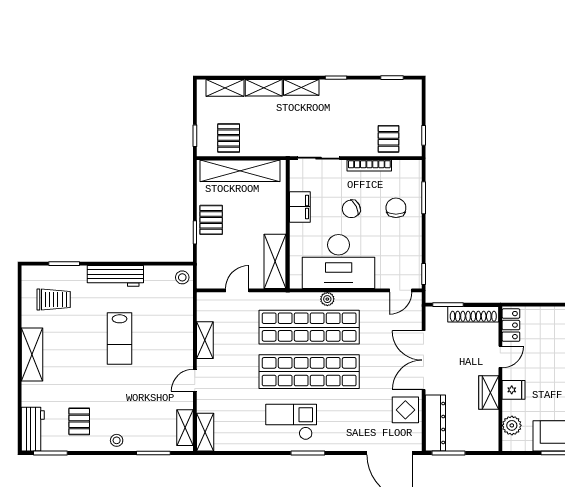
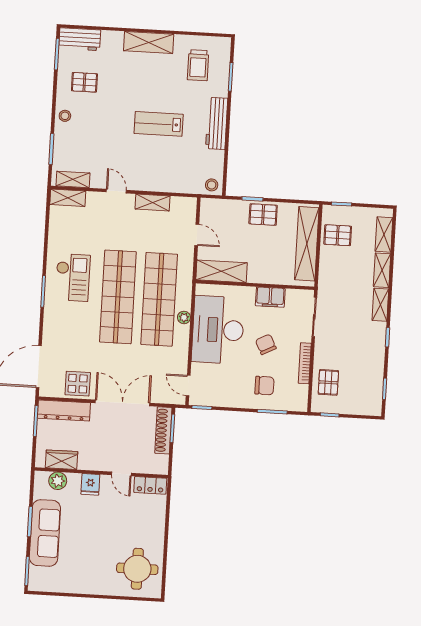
pallet: (389, 139) -> (328, 382), turned 90
shoe rack: (473, 314) -> (163, 430), moved
wardrobe: (489, 393) -> (62, 460), moved

